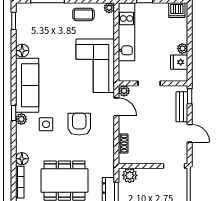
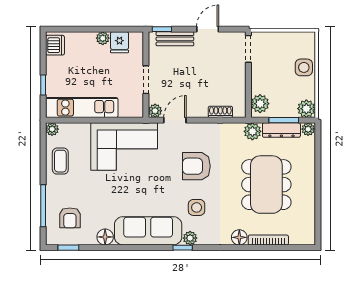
armchair: (38, 22) -> (70, 218), added
plant: (107, 169) -> (252, 131), added

